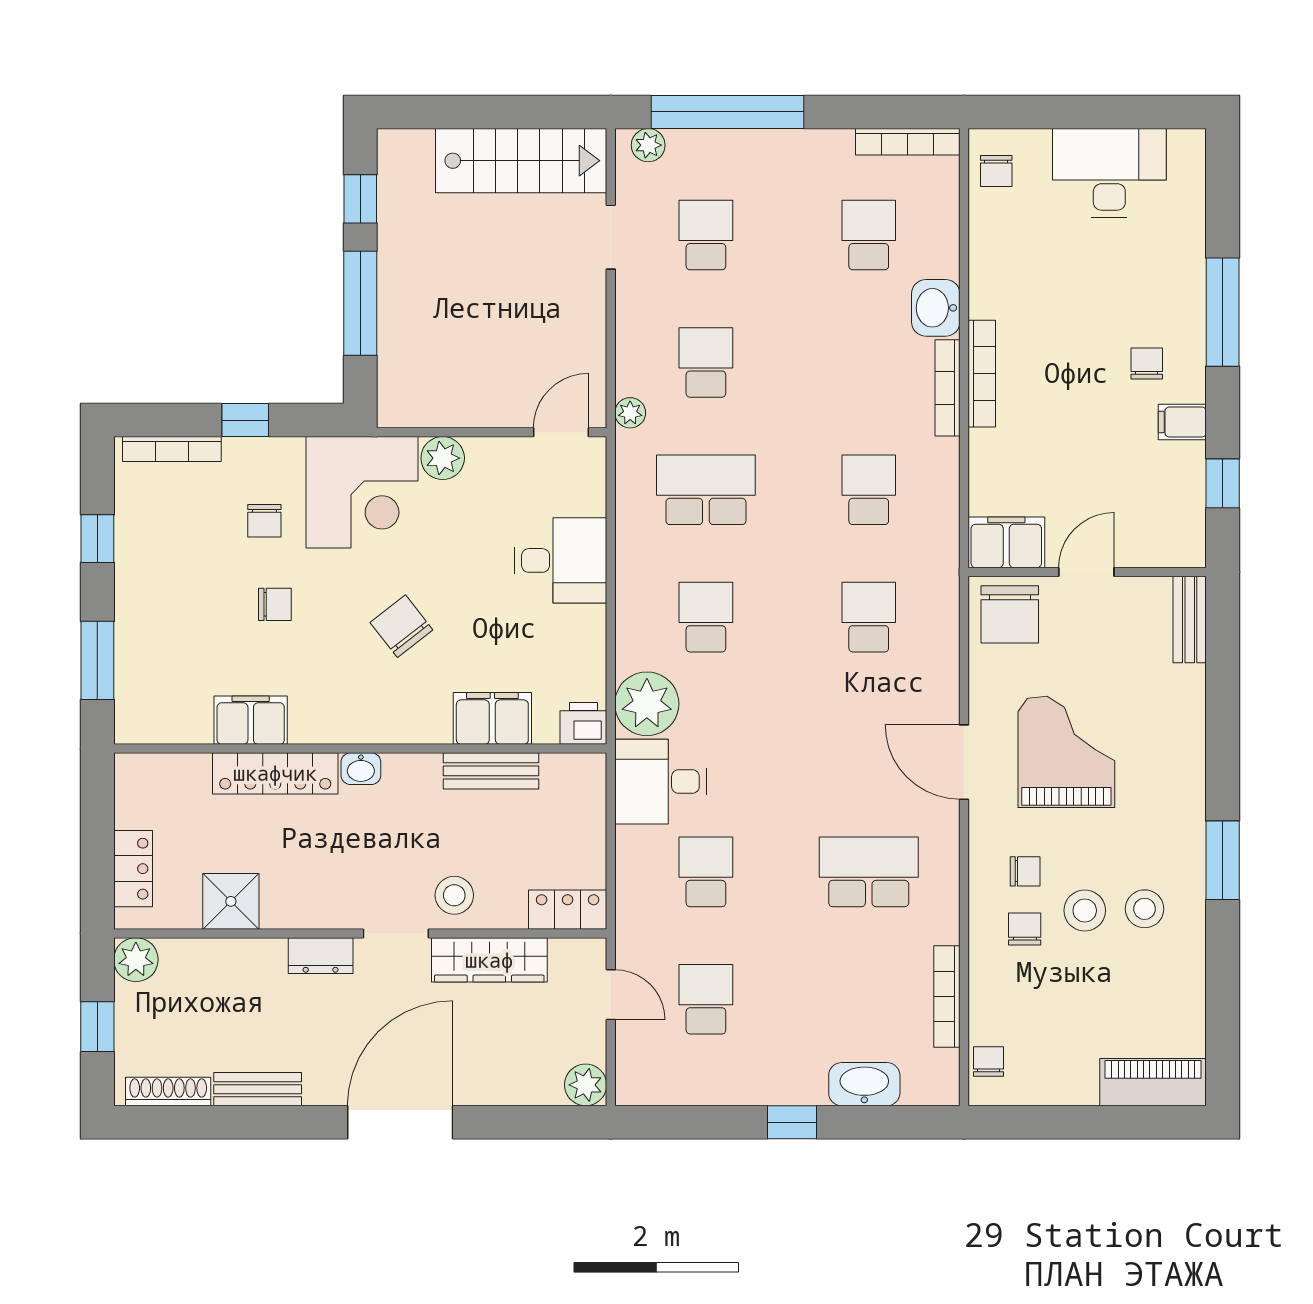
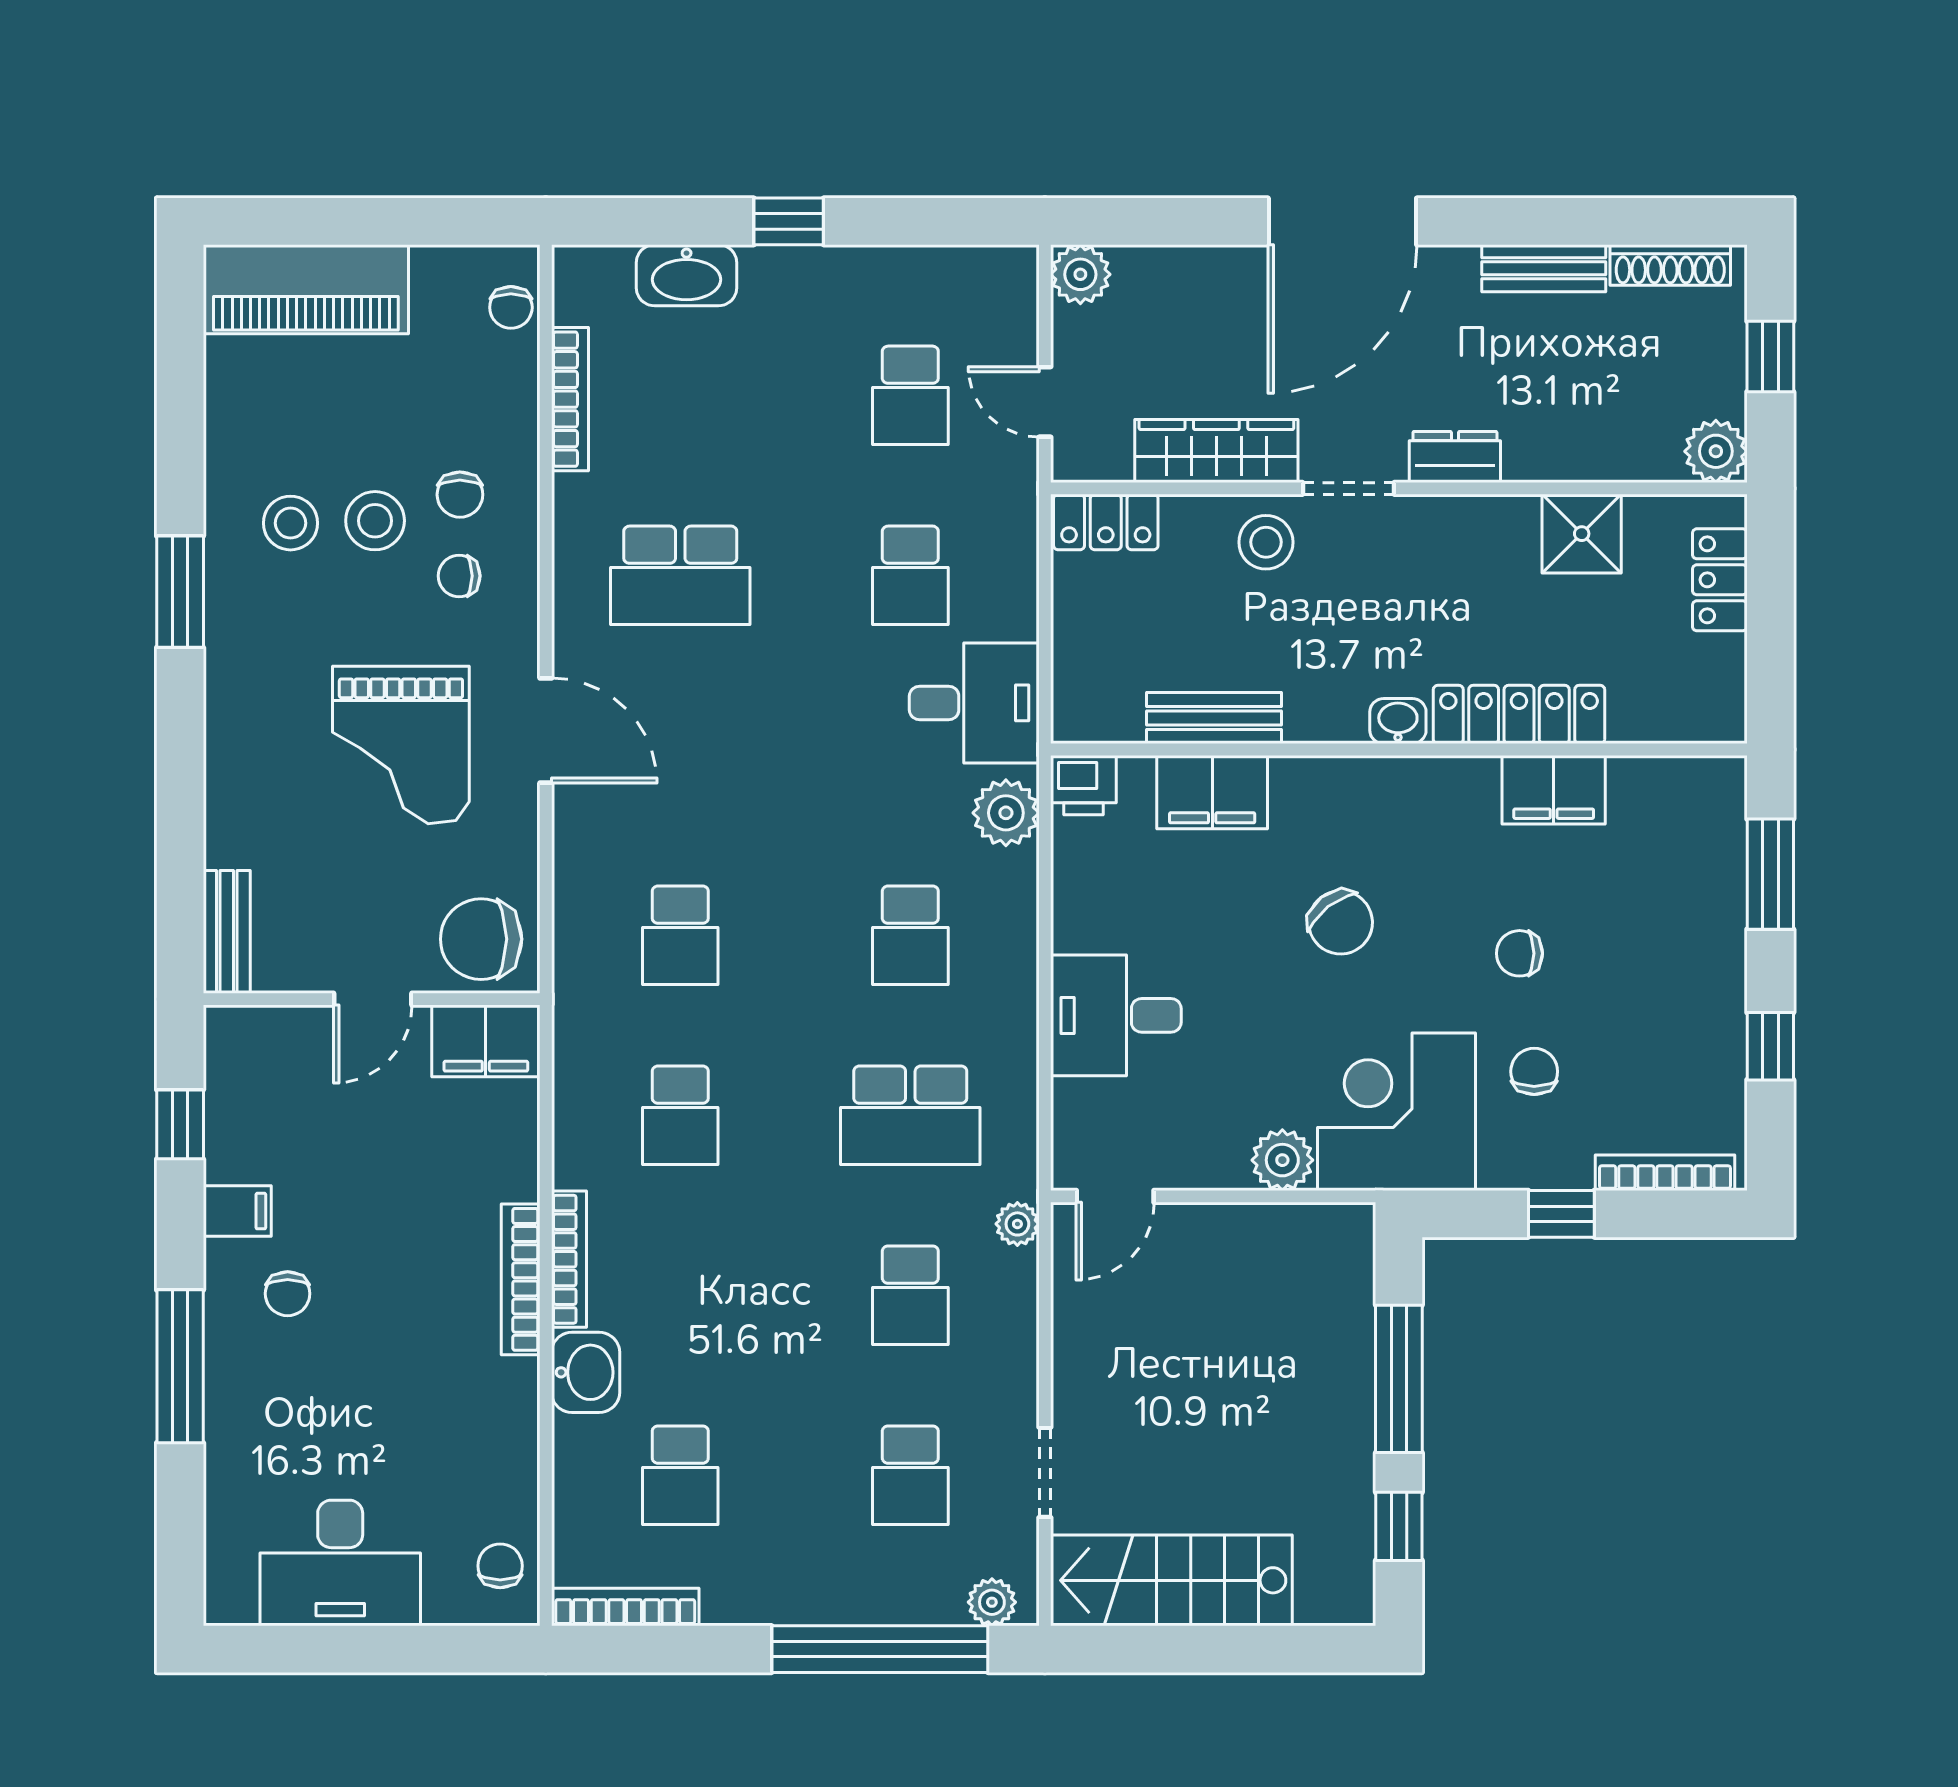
chair: (1010, 614) -> (481, 939), turned -90
plant: (647, 704) -> (1006, 813), width x0.73, depth x0.73
piano: (1153, 1082) -> (306, 289), width x1.37, depth x1.33

